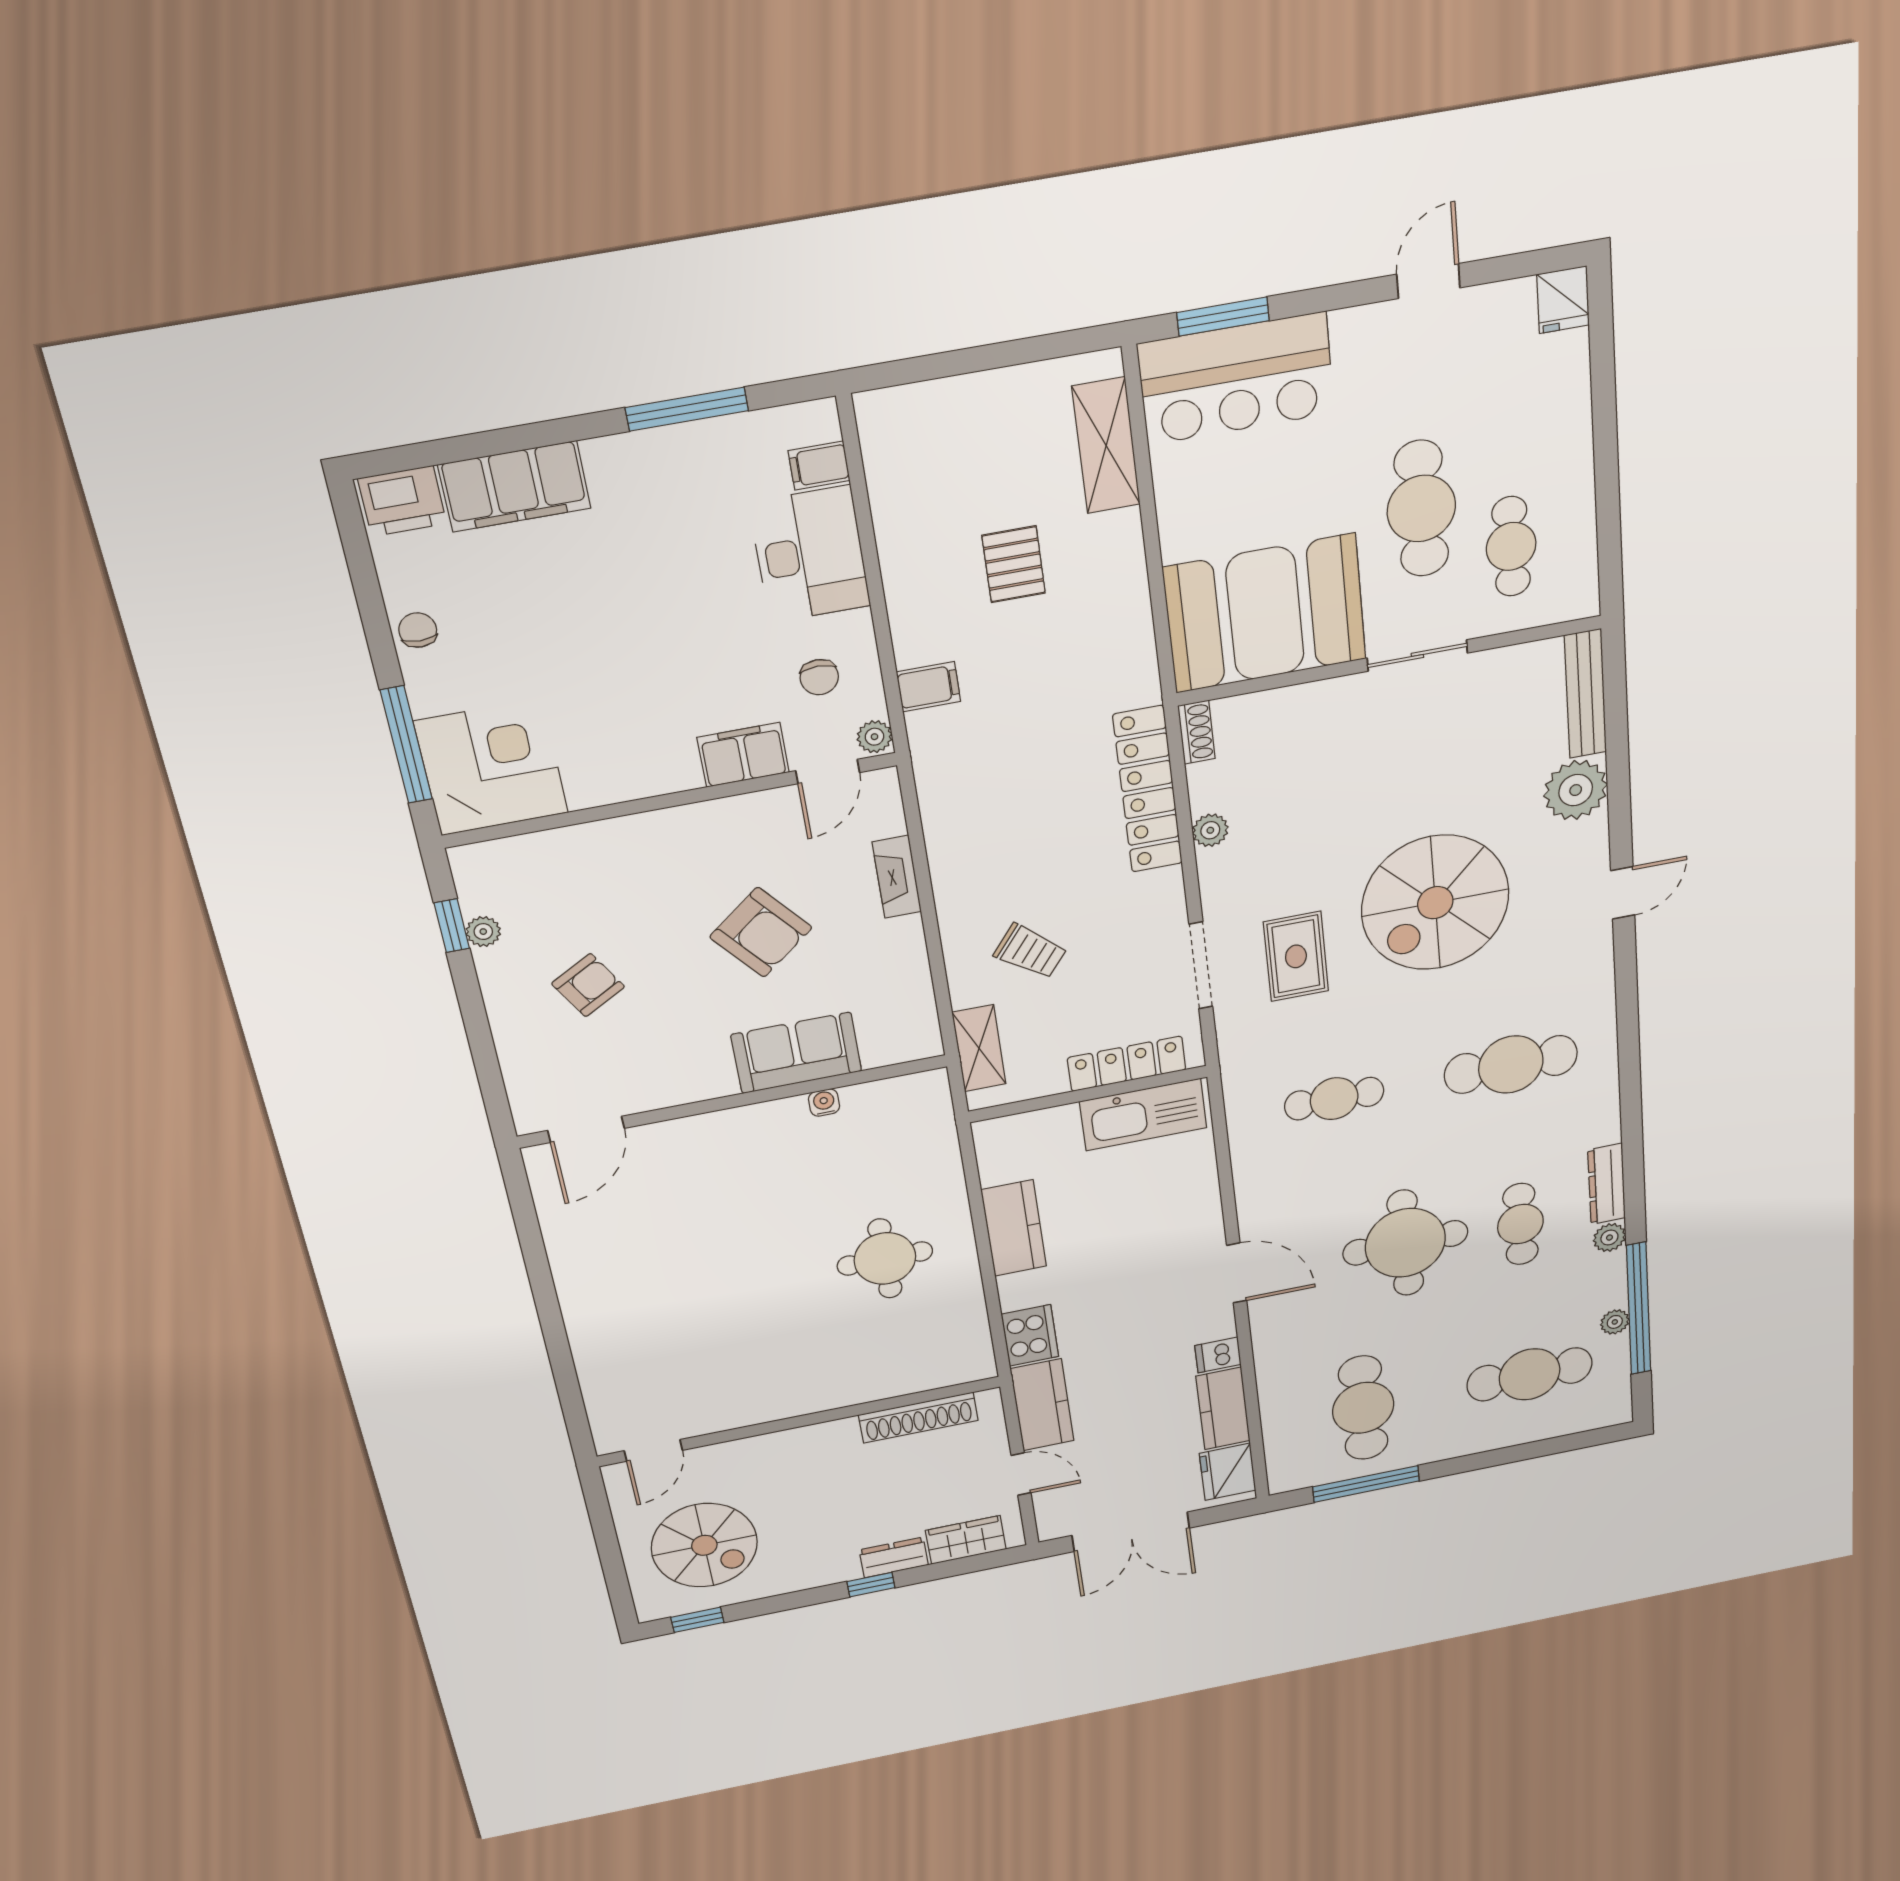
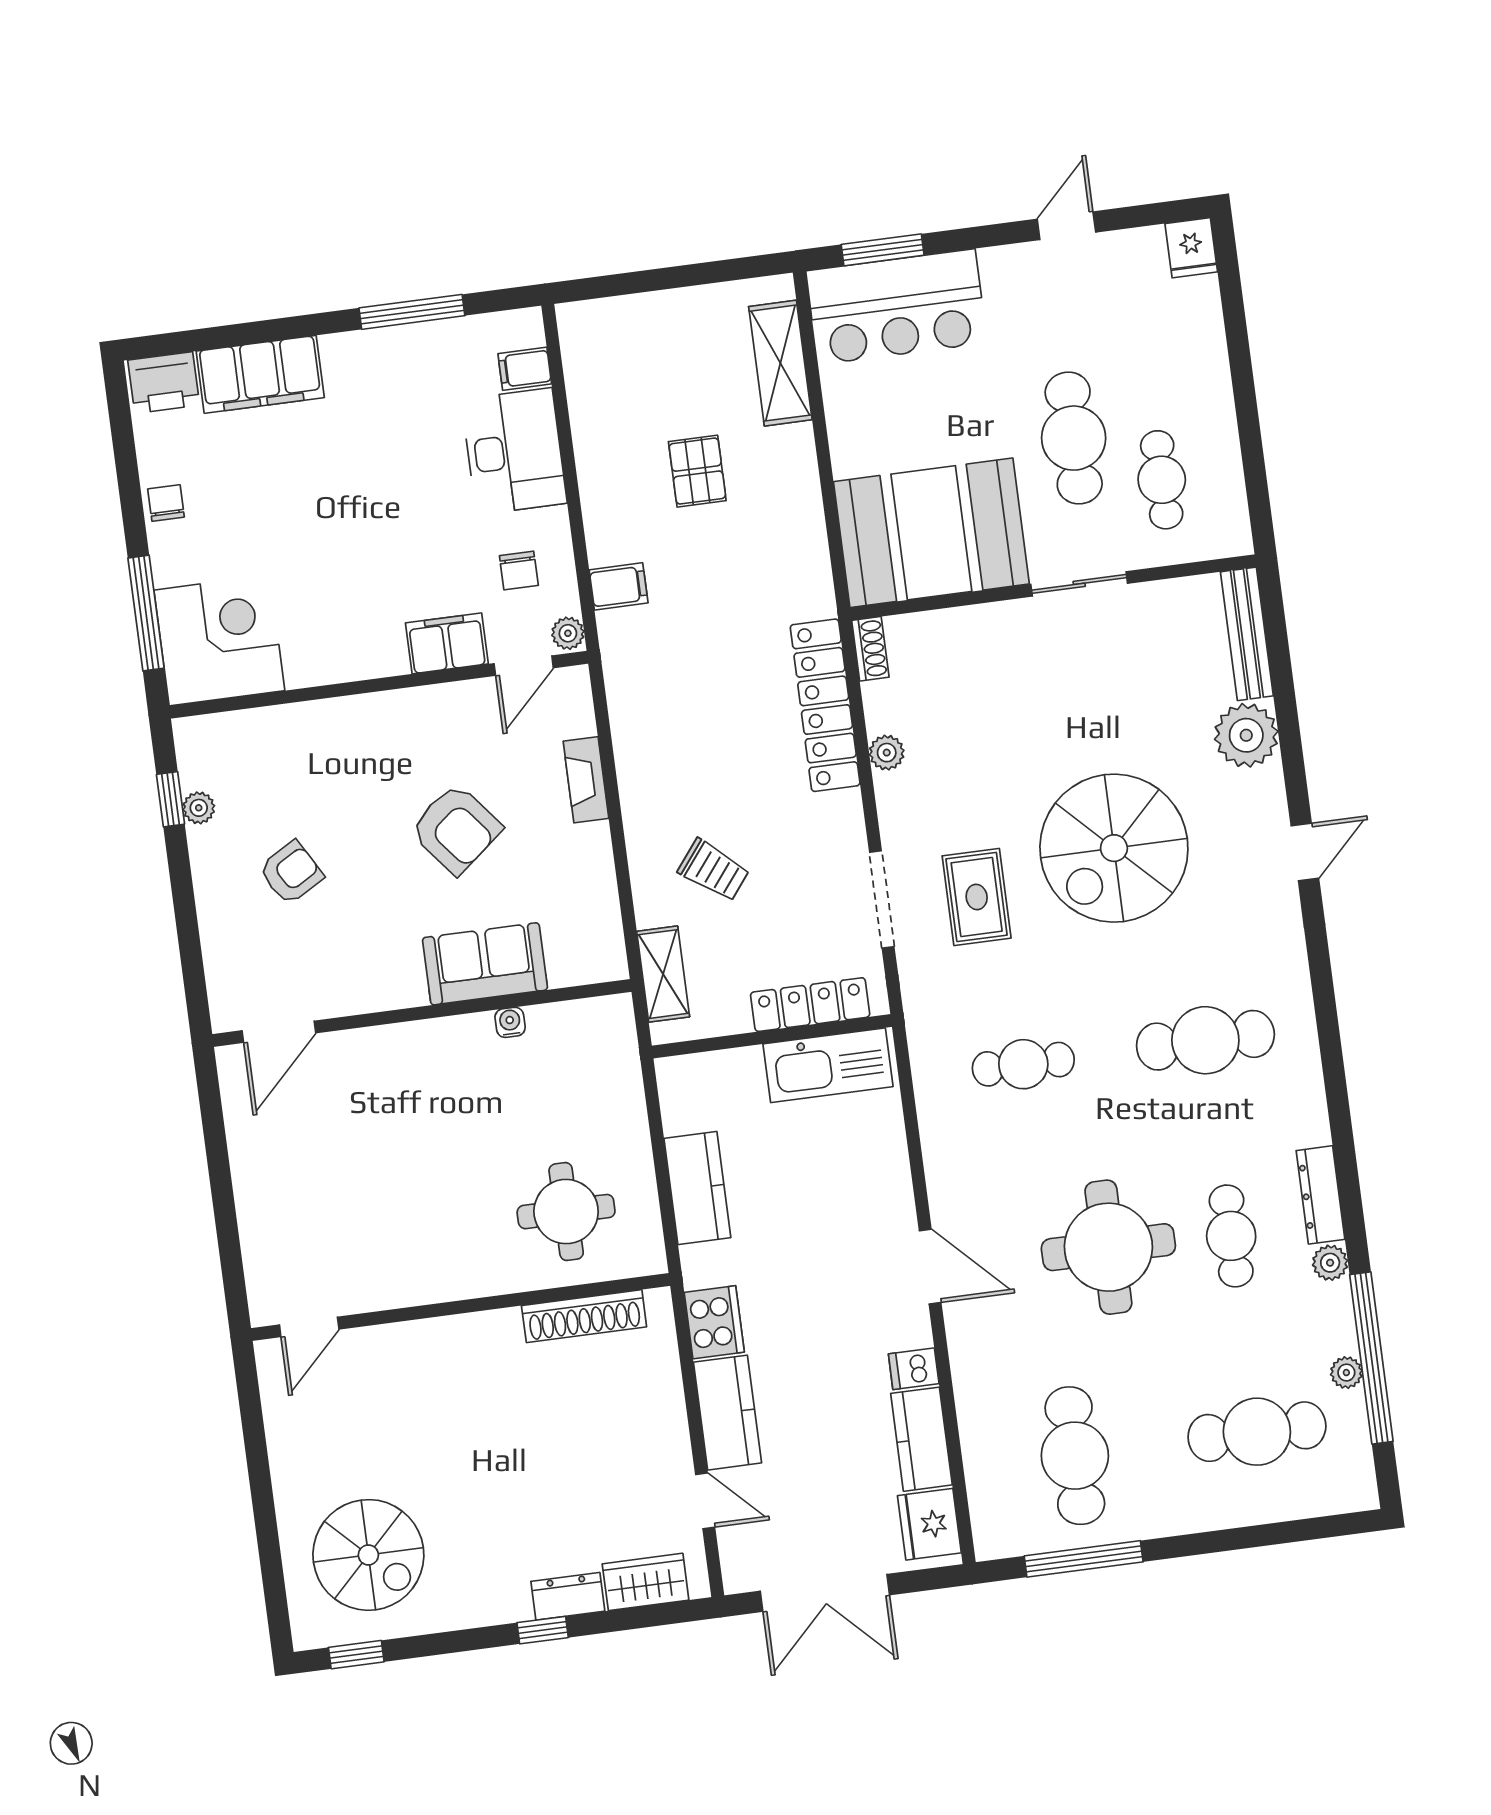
shoe rack: (918, 1418) -> (584, 1316), moved
wall: (800, 1421) -> (461, 1307), moved
door: (653, 1450) -> (309, 1327), moved

